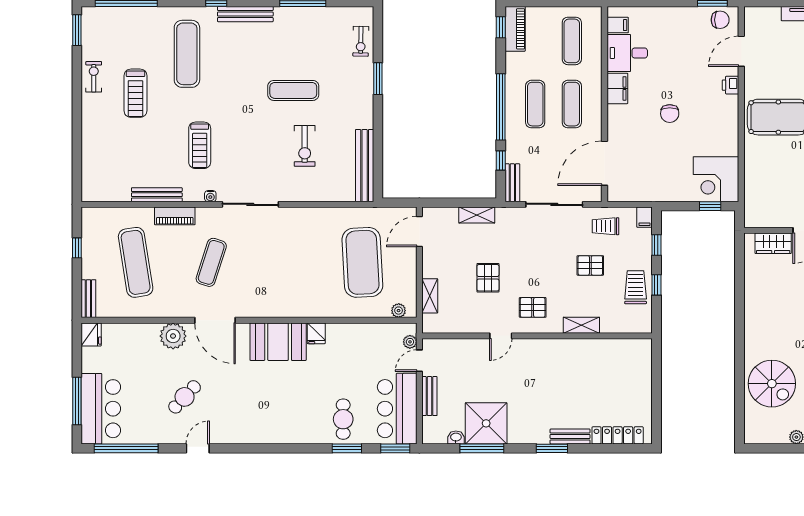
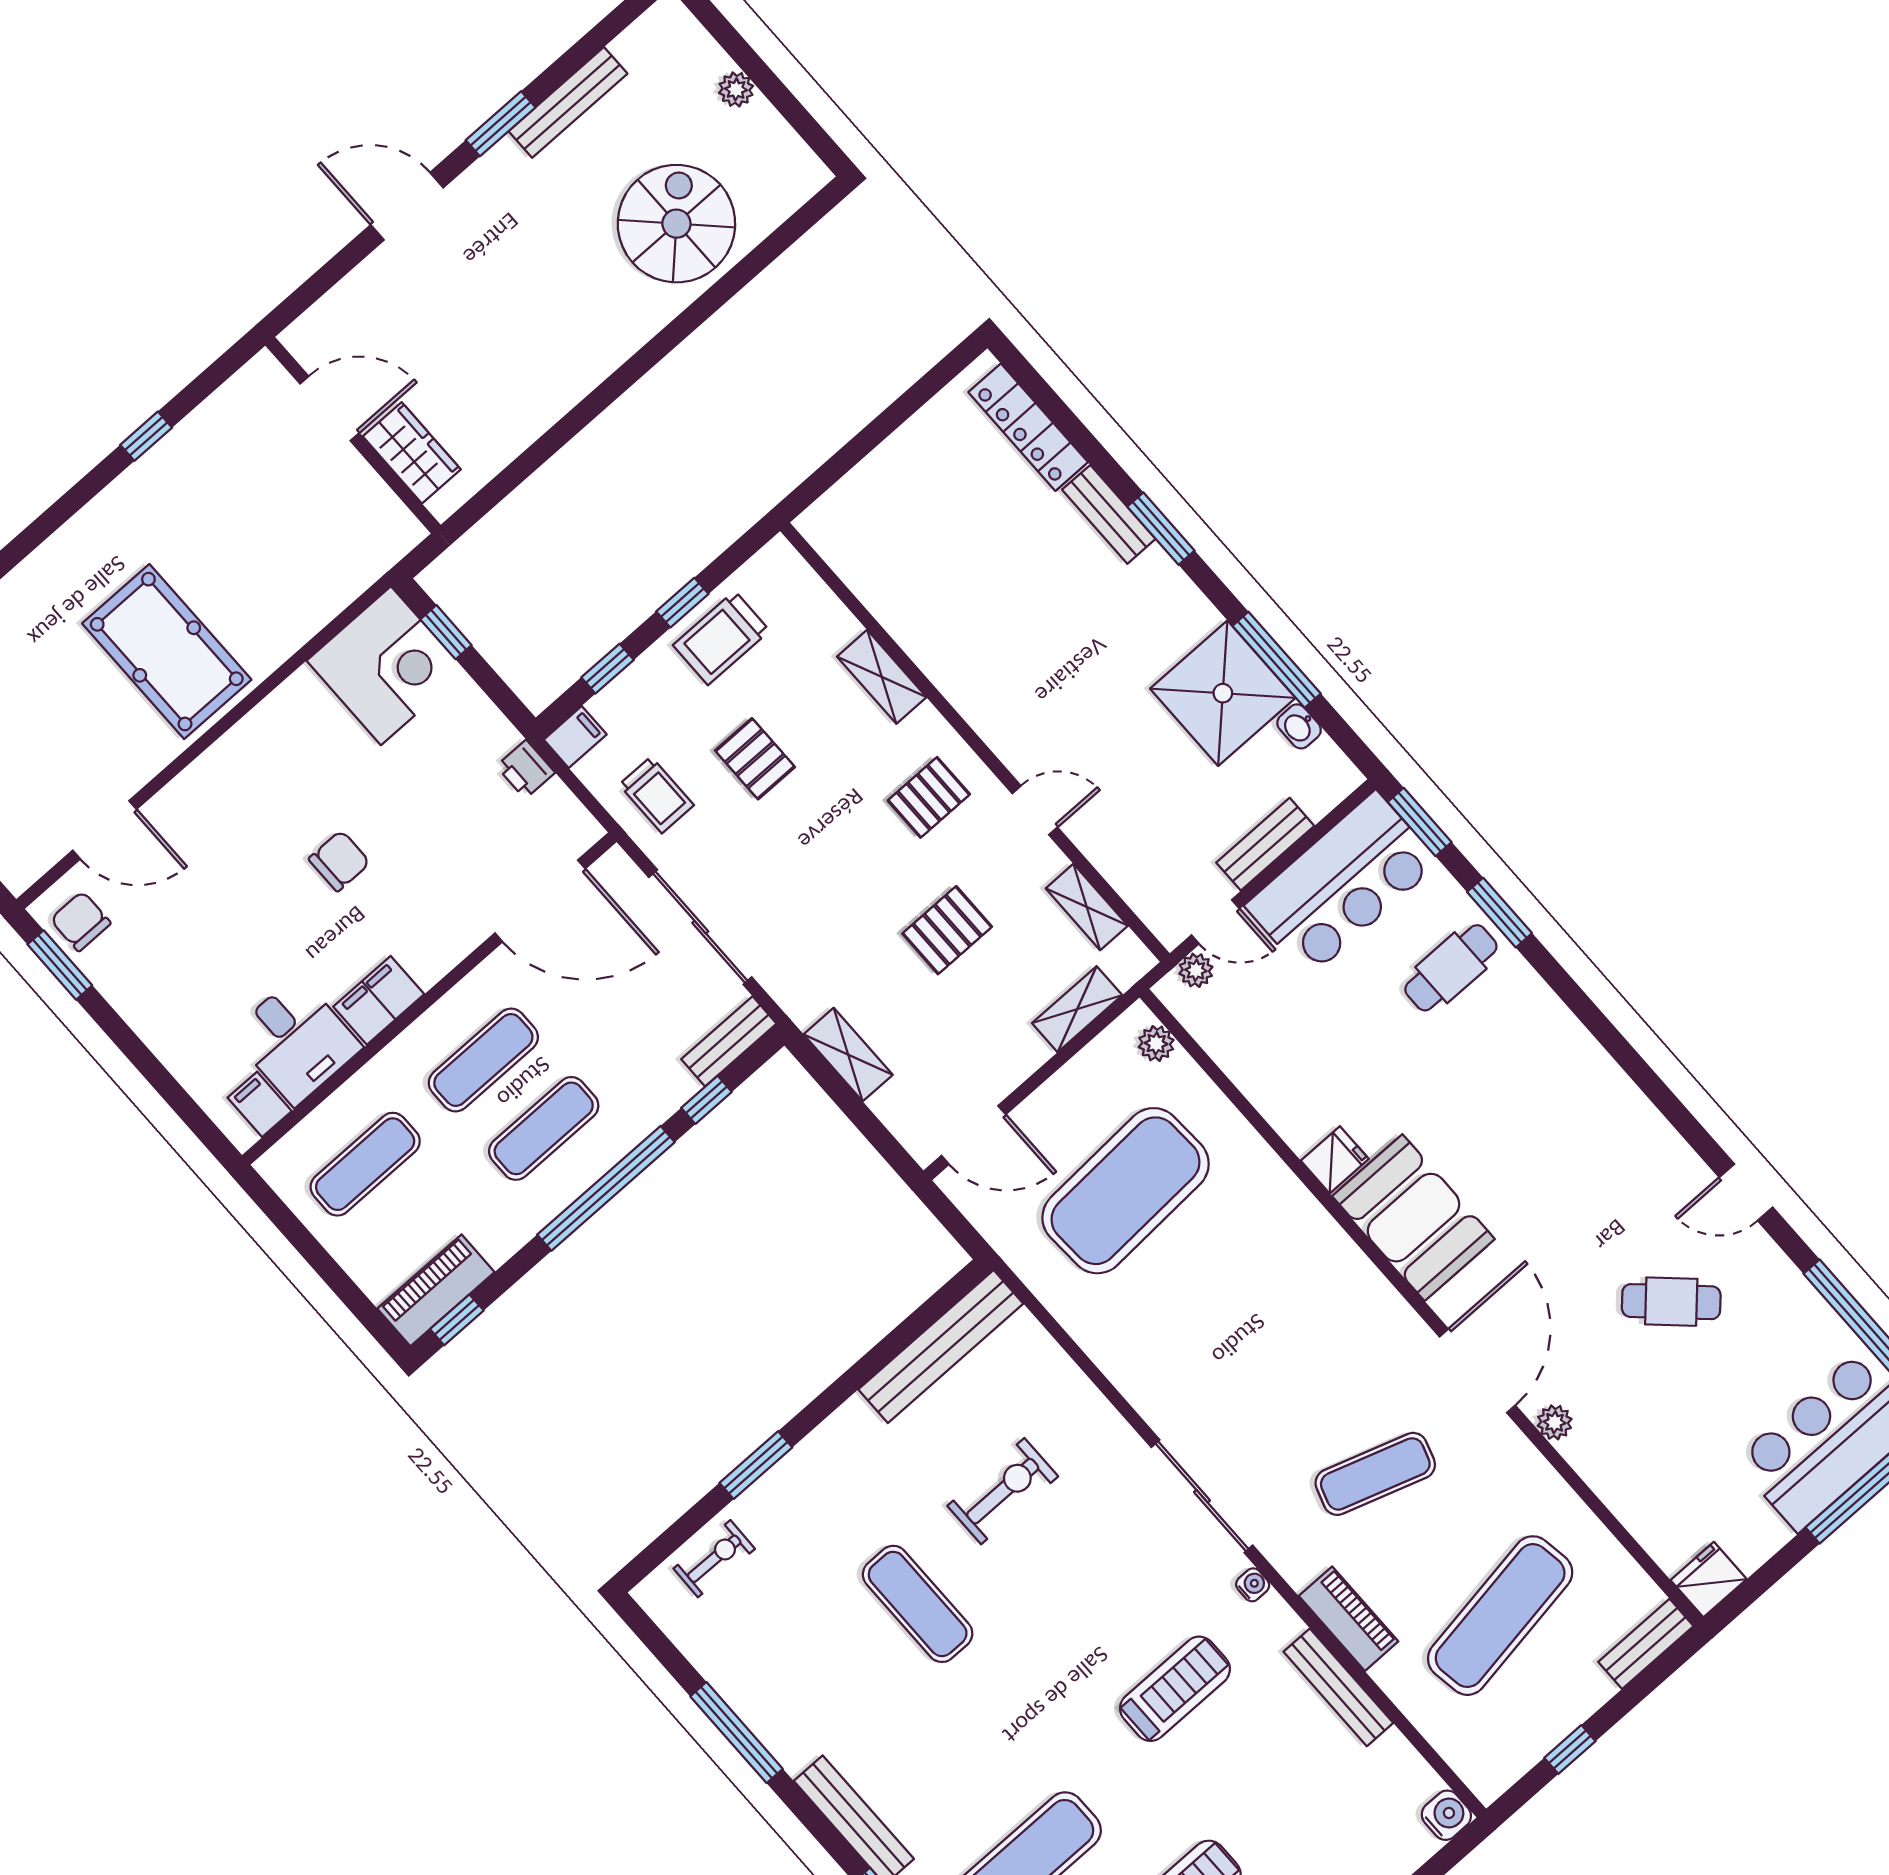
printer: (731, 85) -> (526, 769), moved, turned 90
water cooler: (90, 193) -> (1446, 1815), added
pallet: (533, 307) -> (929, 797), turned 90
shelving: (458, 326) -> (1087, 907), added
plant: (173, 336) -> (1555, 1422), width x0.53, depth x0.53

